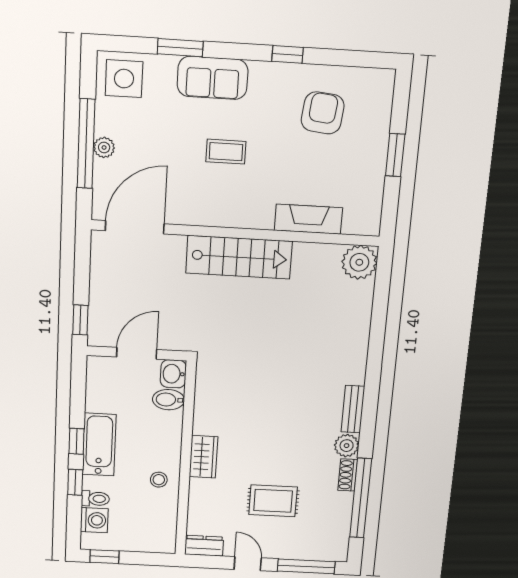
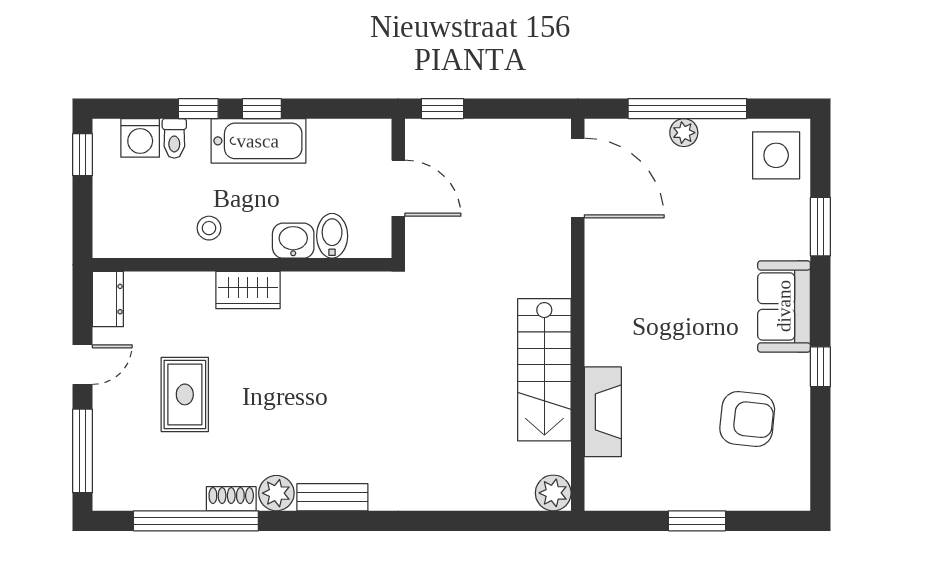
sofa: (213, 78) -> (784, 306), moved
coffee table: (226, 152) -> (688, 295), removed
stairs: (239, 257) -> (544, 370), moved
plant: (359, 262) -> (553, 493), width x0.73, depth x0.73
washbasin: (173, 374) -> (293, 241), moved

